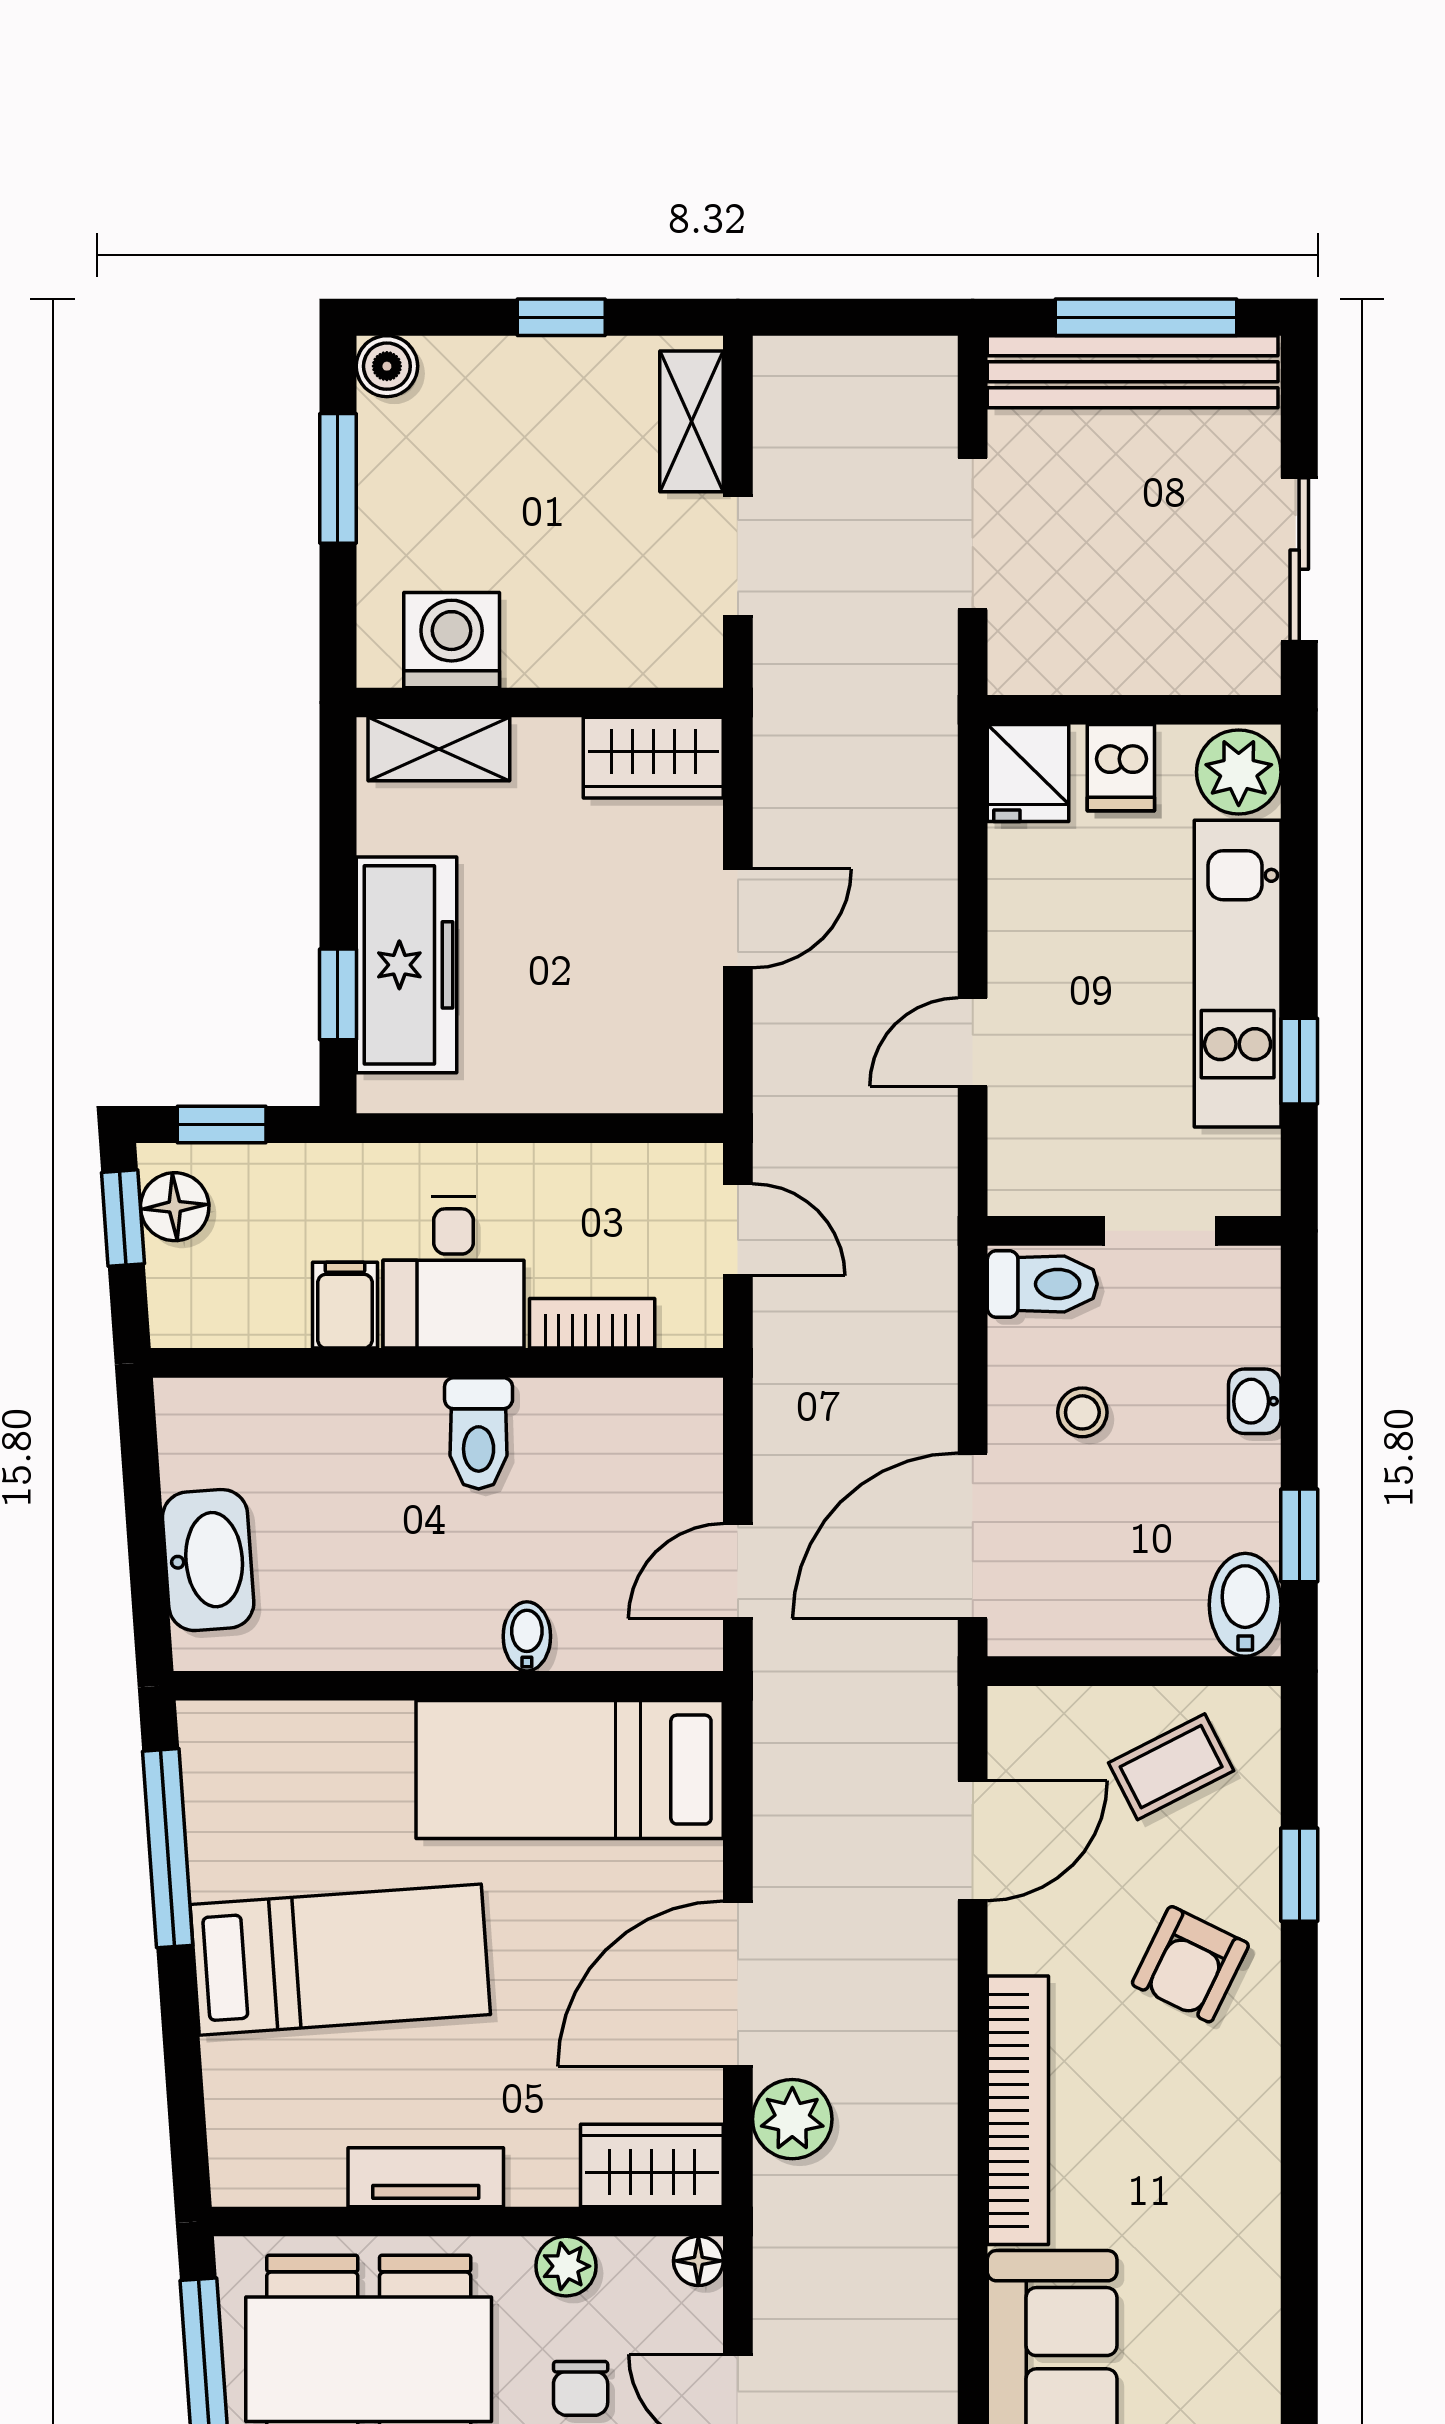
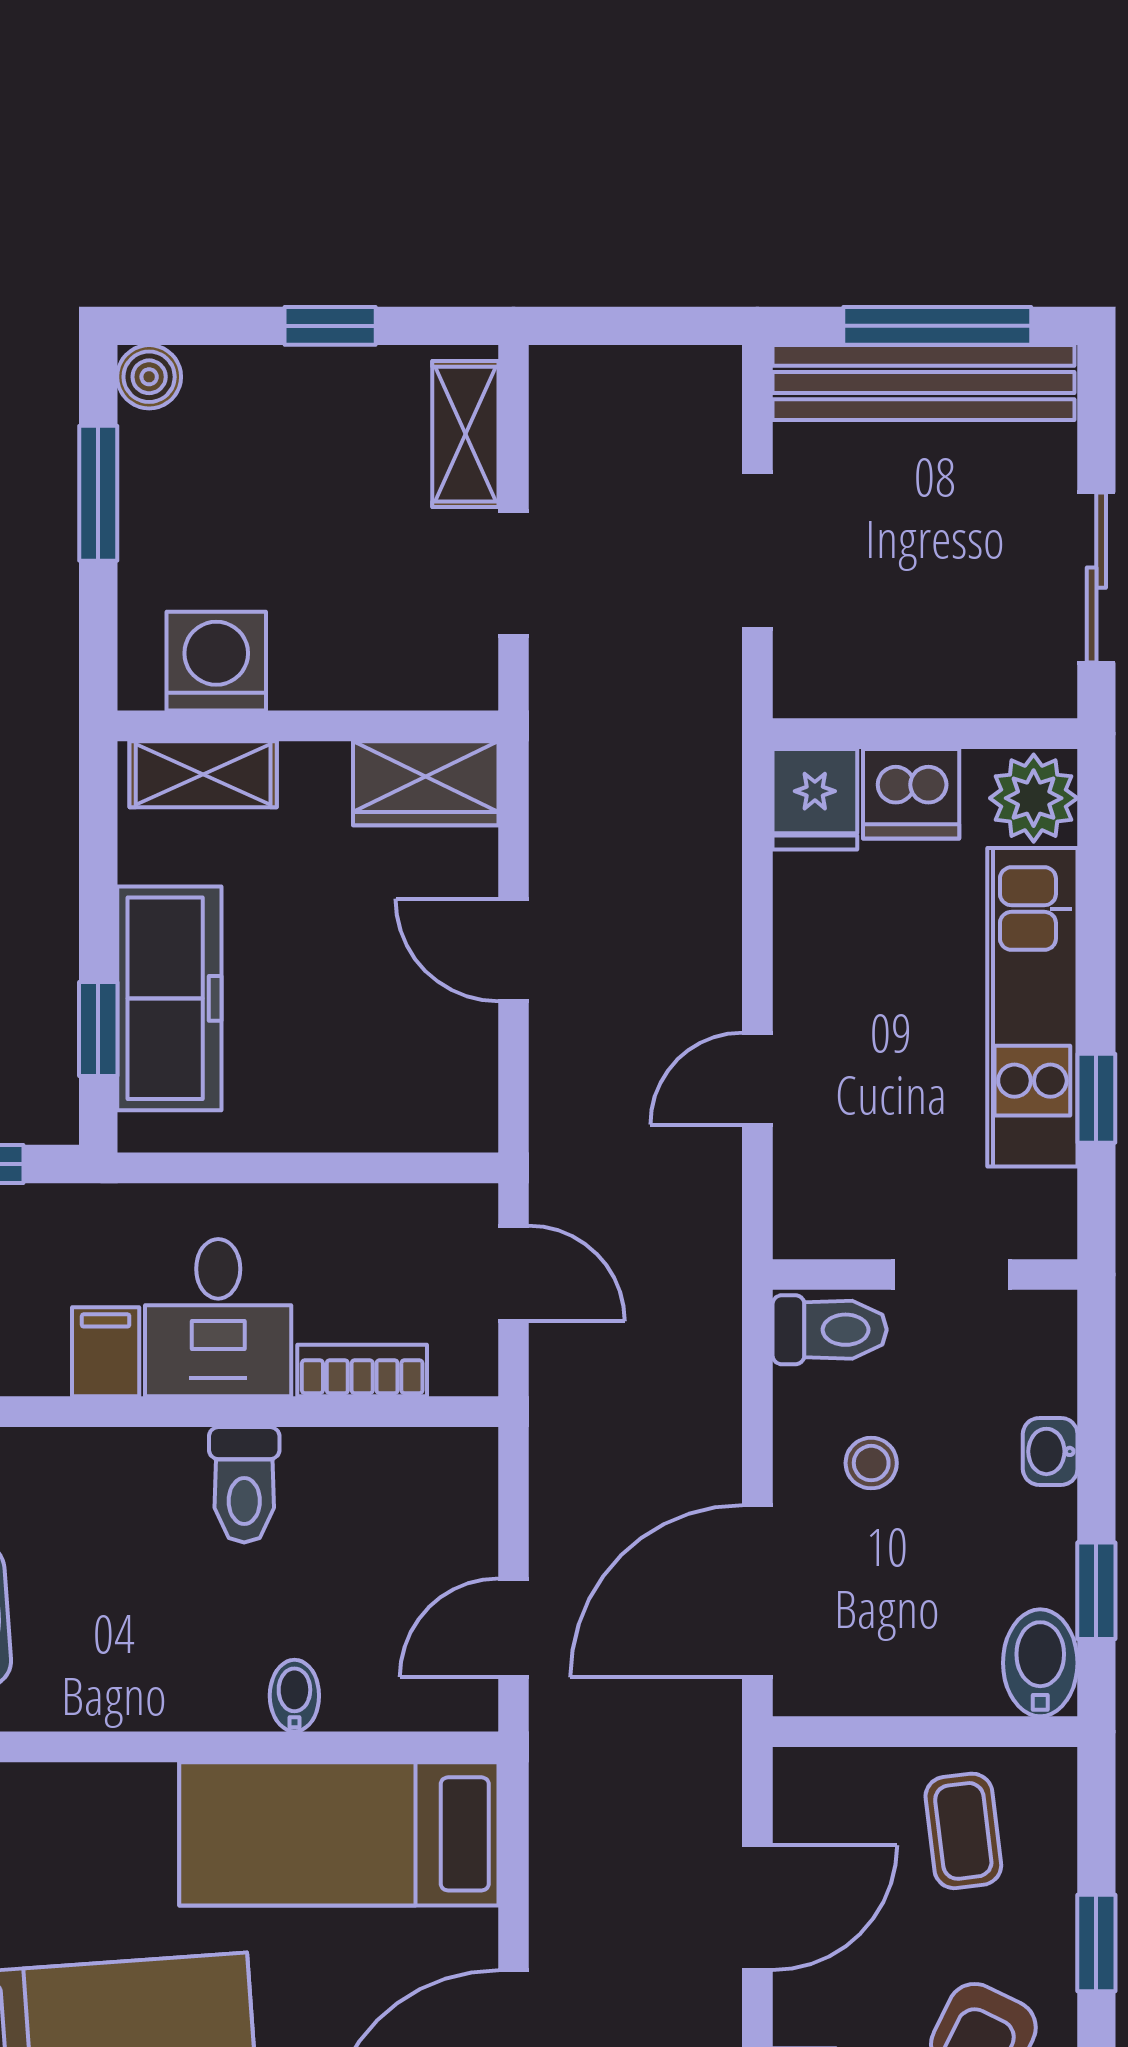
dishwasher: (1121, 768) -> (911, 794), width x1.38
door: (738, 918) -> (513, 950), swing flipped
coffee table: (1171, 1767) -> (963, 1831), turned -70

